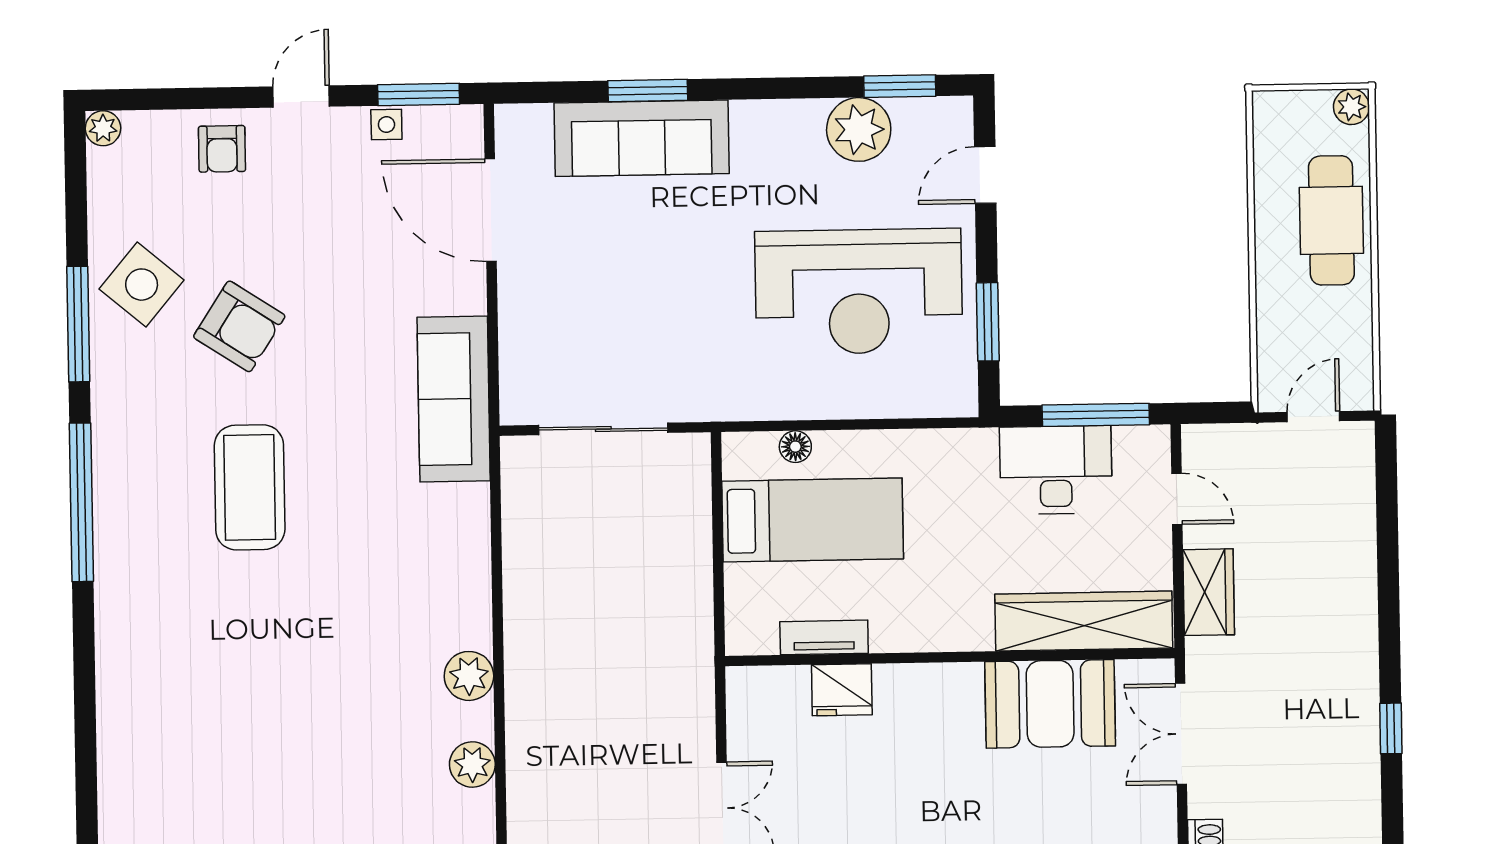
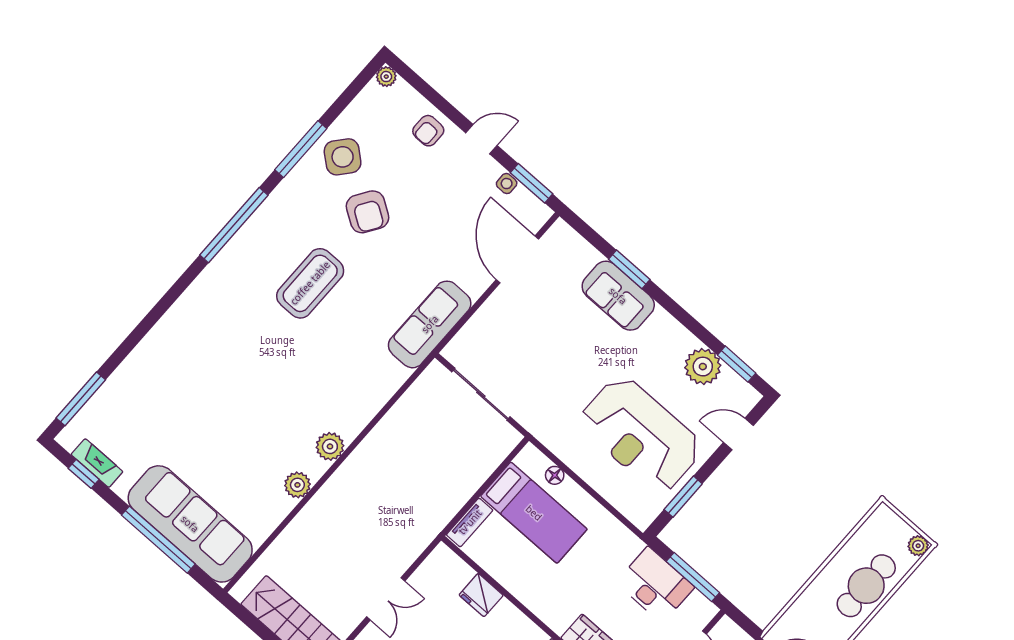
sofa: (642, 138) -> (618, 296), width x0.73
tv unit: (824, 637) -> (470, 522), moved, turned 90

